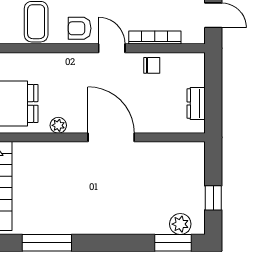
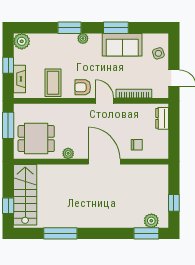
chair: (152, 65) -> (137, 145), moved
dresser: (196, 103) -> (162, 118), moved

